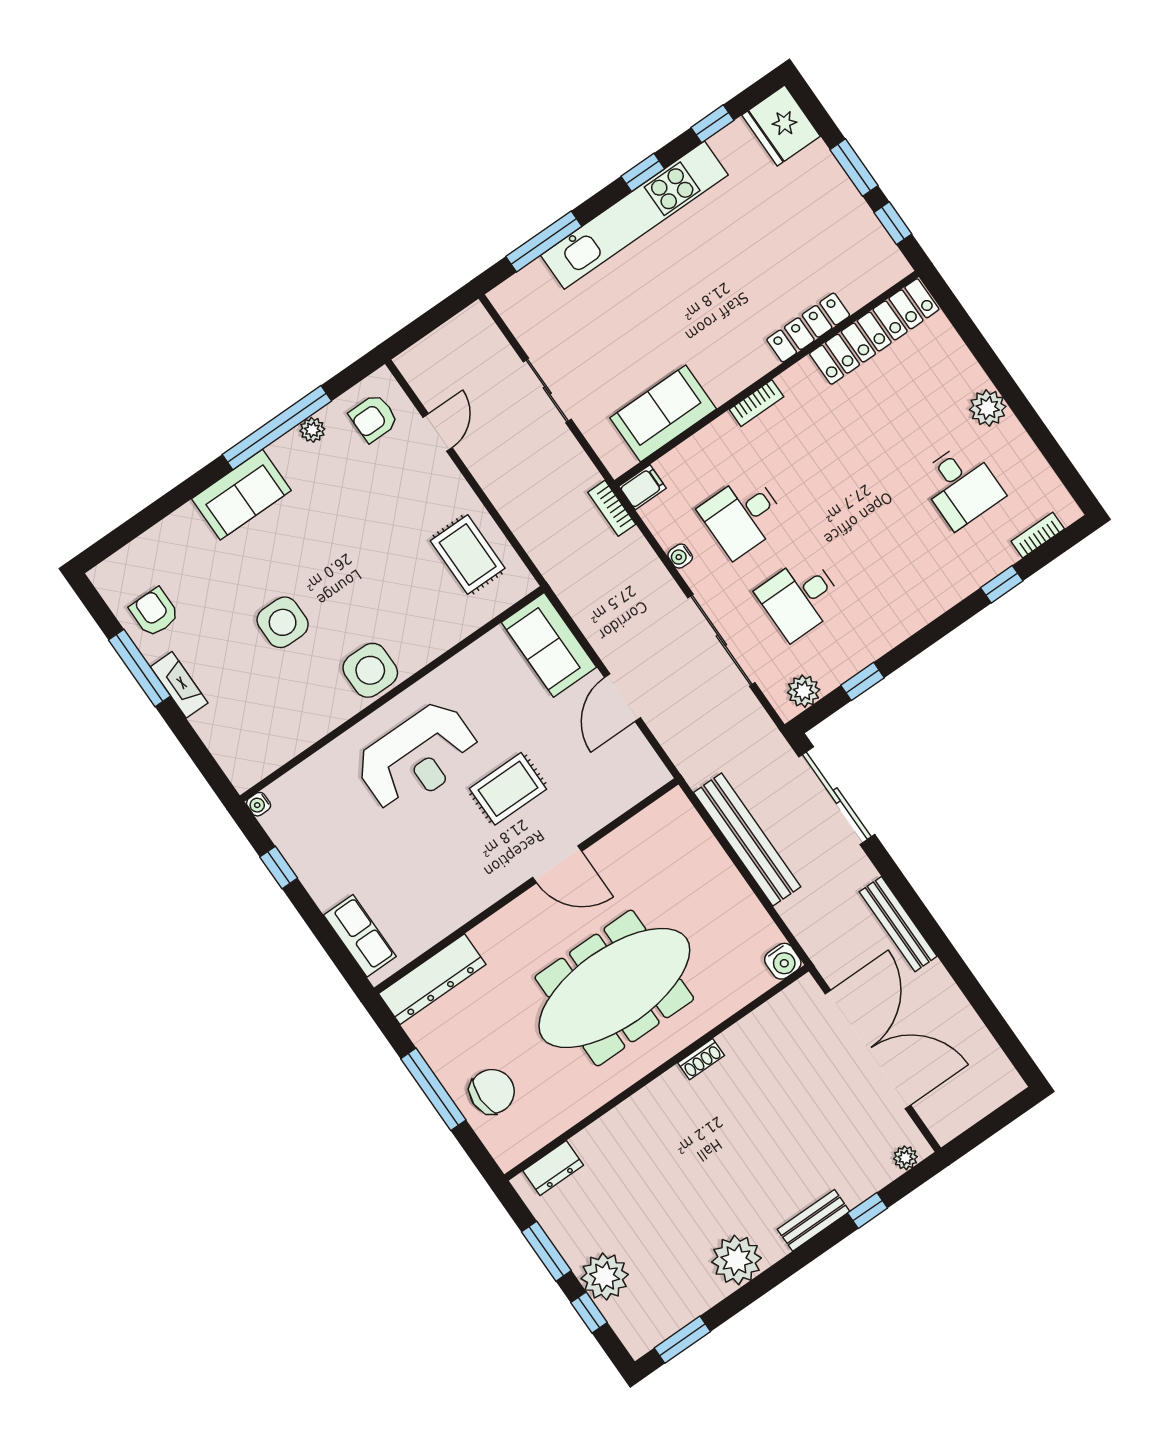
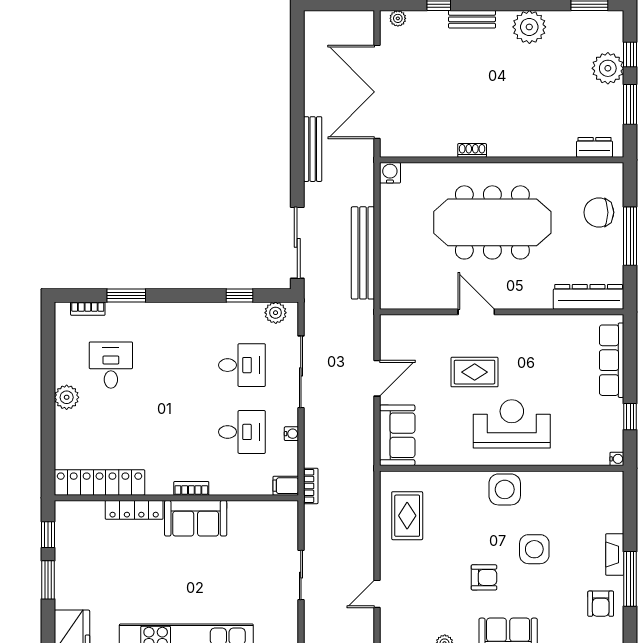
sofa: (663, 413) -> (196, 518), moved
armchair: (374, 418) -> (484, 577), moved
window: (1002, 584) -> (126, 295), width x1.50
row of seats: (360, 936) -> (612, 360), width x1.48

